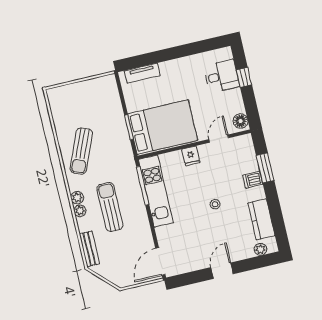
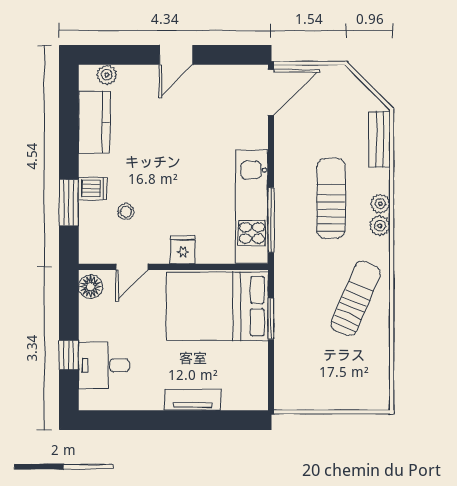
tv unit: (142, 73) -> (193, 400), moved
stool: (215, 204) -> (126, 212), moved
sun lounger: (110, 207) -> (331, 198), turned 180

